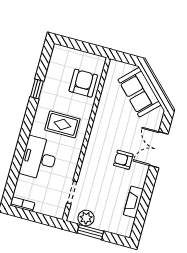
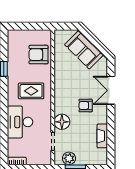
armchair: (83, 83) -> (39, 55), turned -90
floor lamp: (89, 172) -> (62, 122), added

